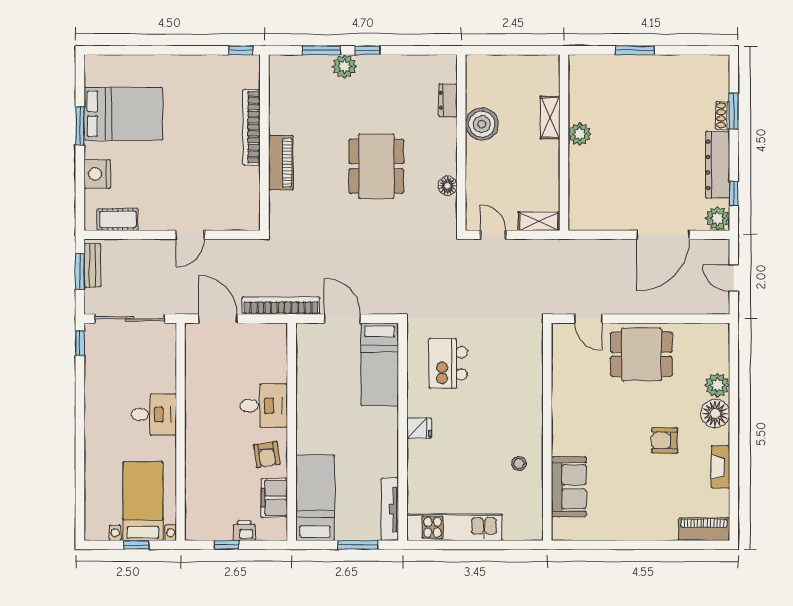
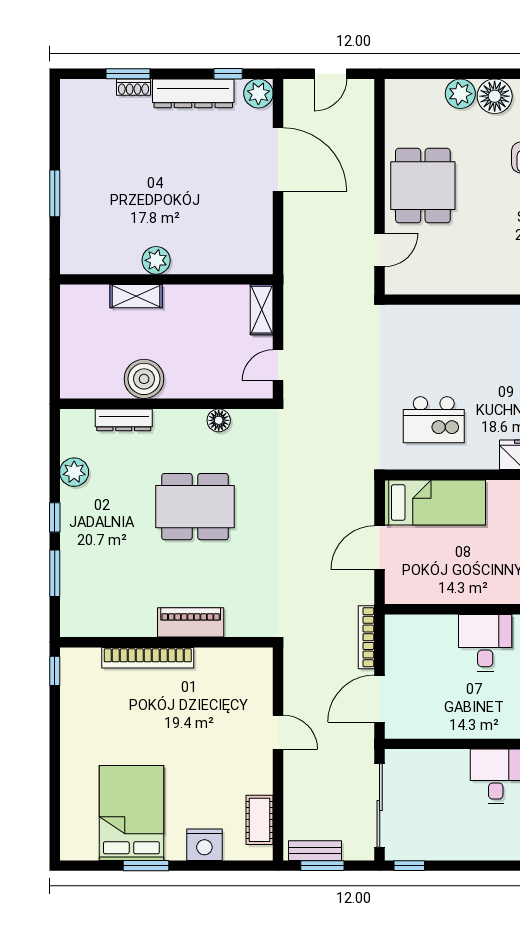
plant: (344, 66) -> (74, 472), moved
dresser: (448, 100) -> (124, 420), width x1.44
bookcase: (281, 306) -> (366, 637), width x0.68, depth x0.76

